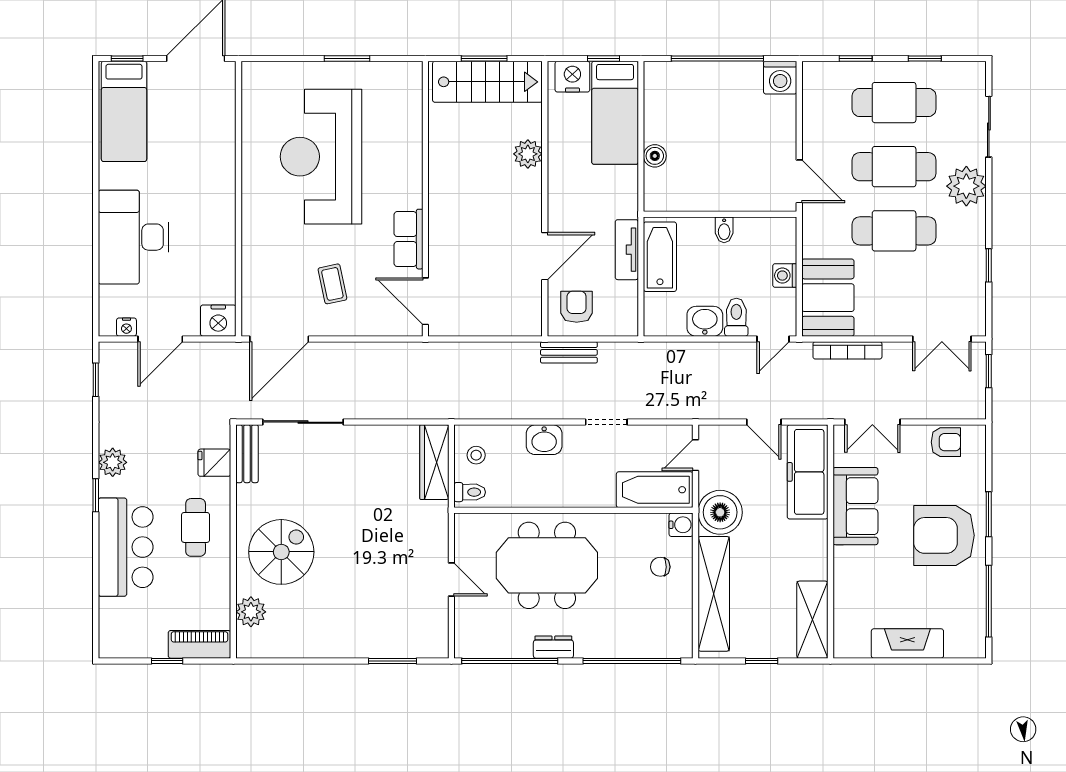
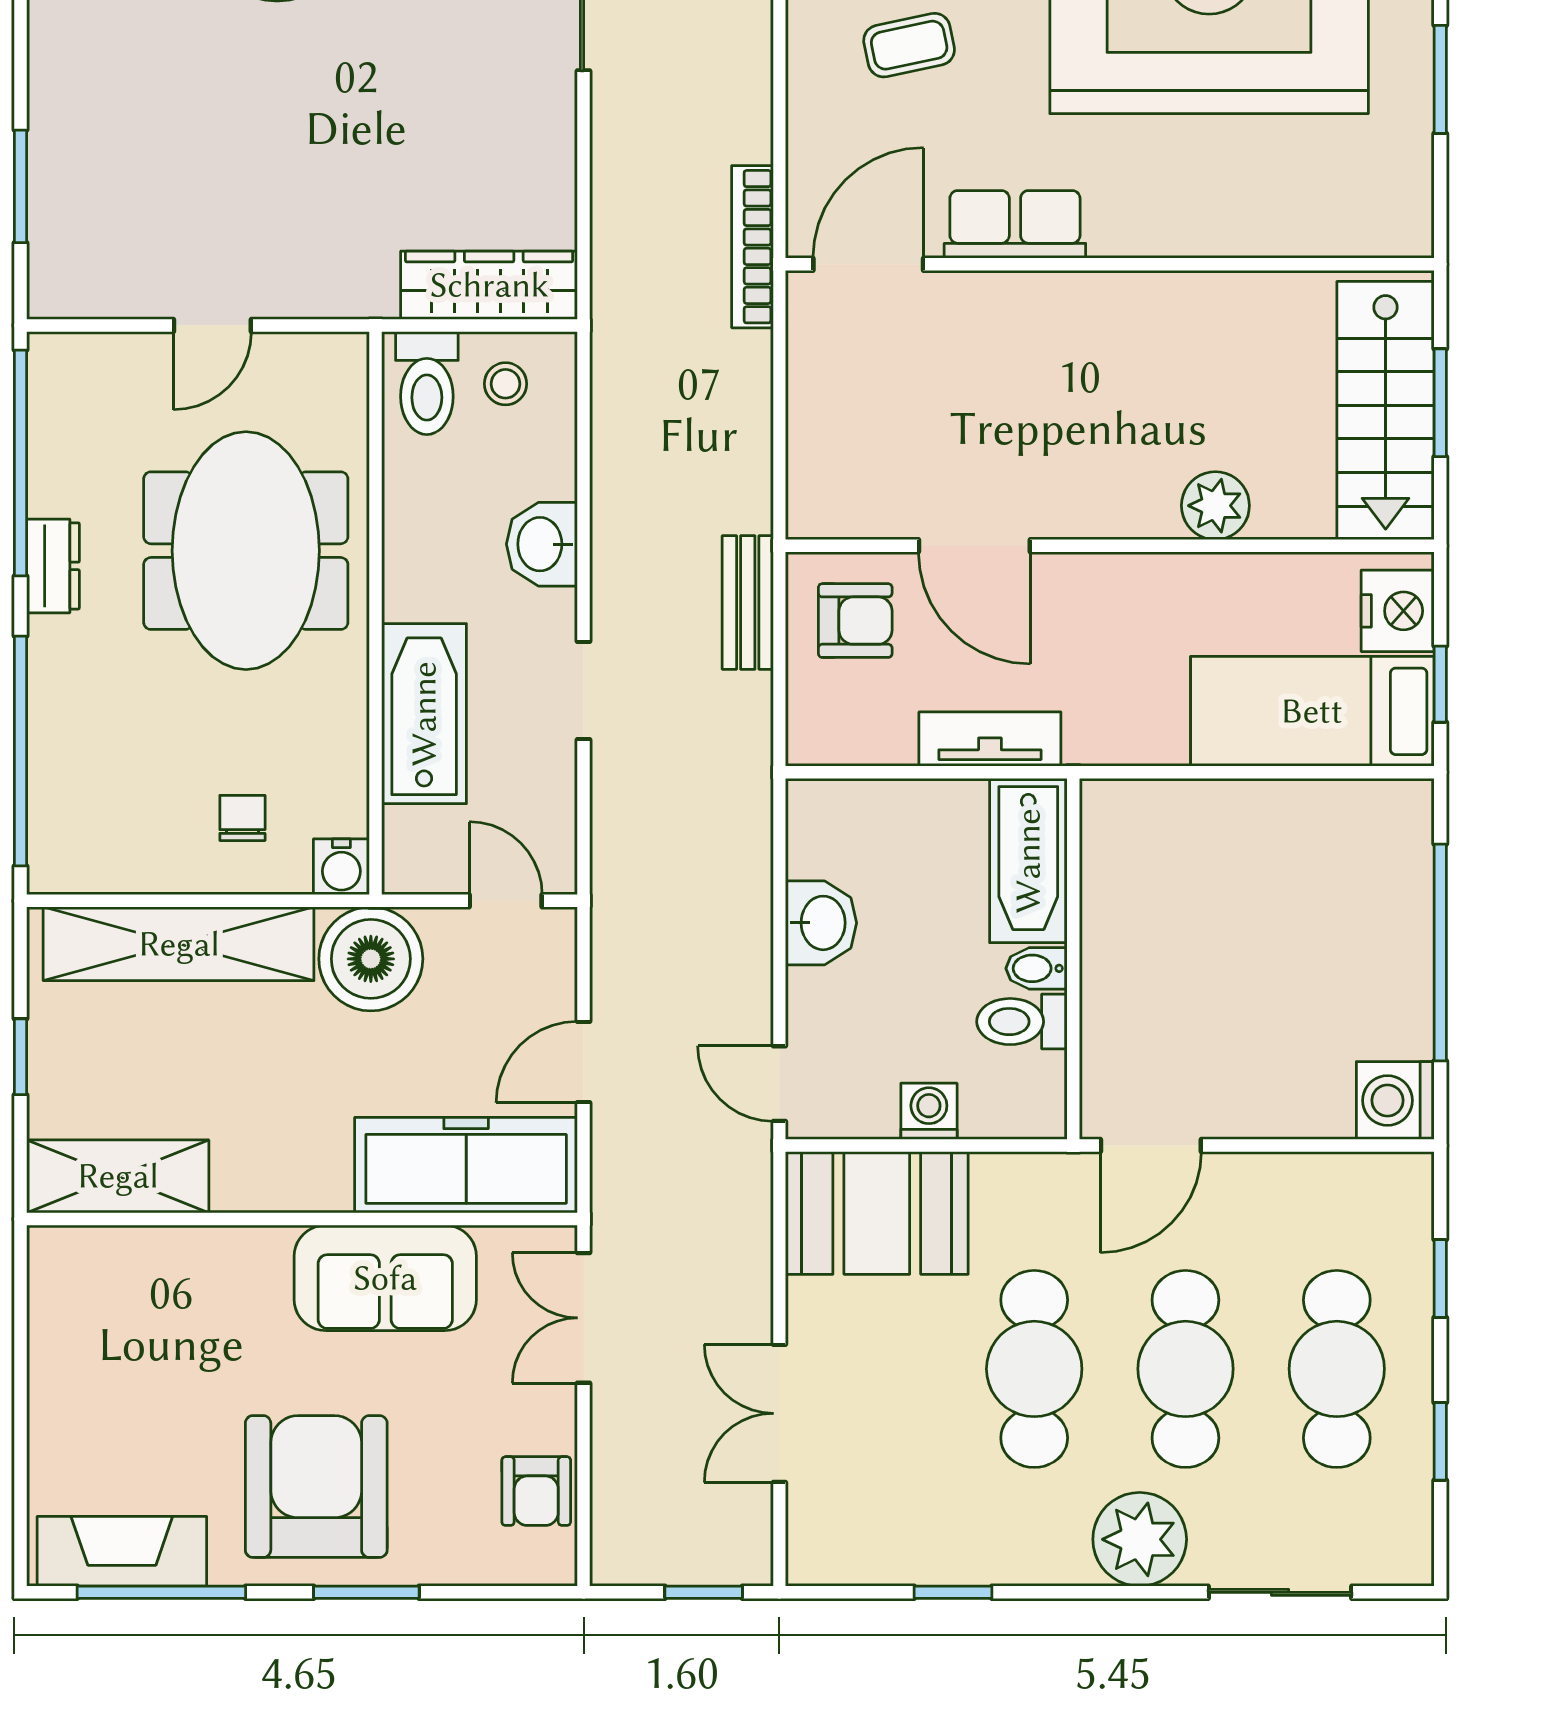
boiler: (655, 156) -> (1211, 805), removed
bathtub: (660, 257) -> (1028, 861), moved, turned 90
toilet: (736, 317) -> (1022, 1022), moved, turned 180
double door: (942, 339) -> (779, 1413), moved
bookcase: (847, 350) -> (752, 247), moved
bathtub: (655, 490) -> (424, 714), moved
toilet: (470, 492) -> (427, 383), width x1.37, depth x1.39
fireplace: (907, 644) -> (122, 1551), moved, turned -90

